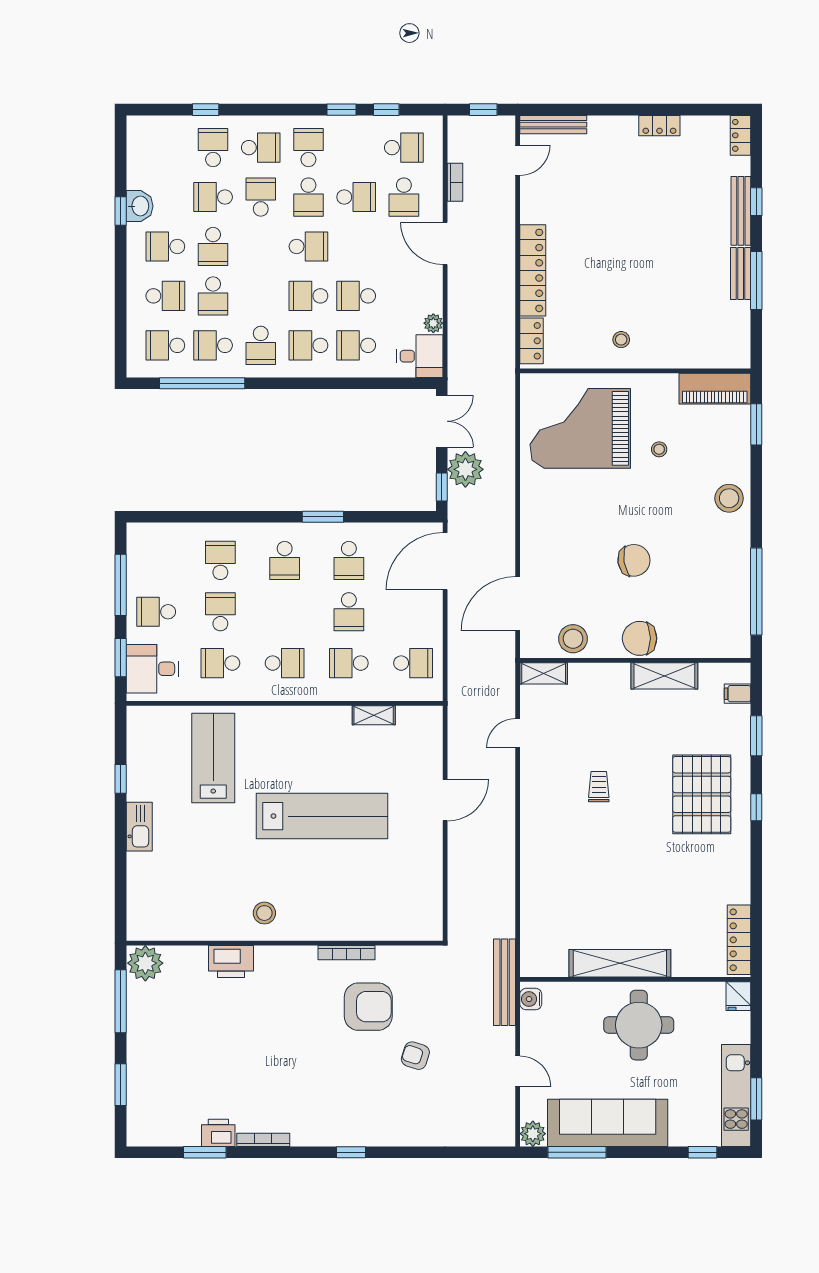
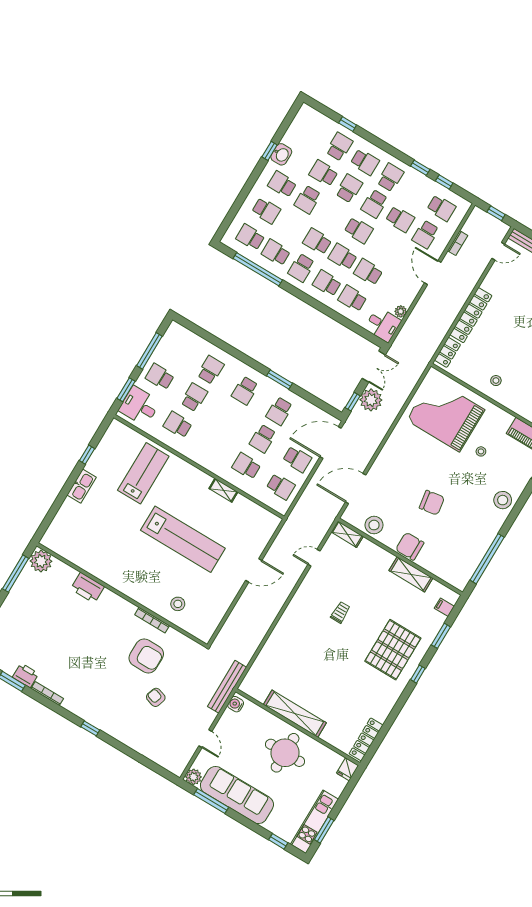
school desk: (213, 296) -> (317, 241), moved, turned 90
school desk: (285, 663) -> (297, 459), moved
shelving: (374, 715) -> (223, 490), moved
stool: (264, 913) -> (178, 604), moved

